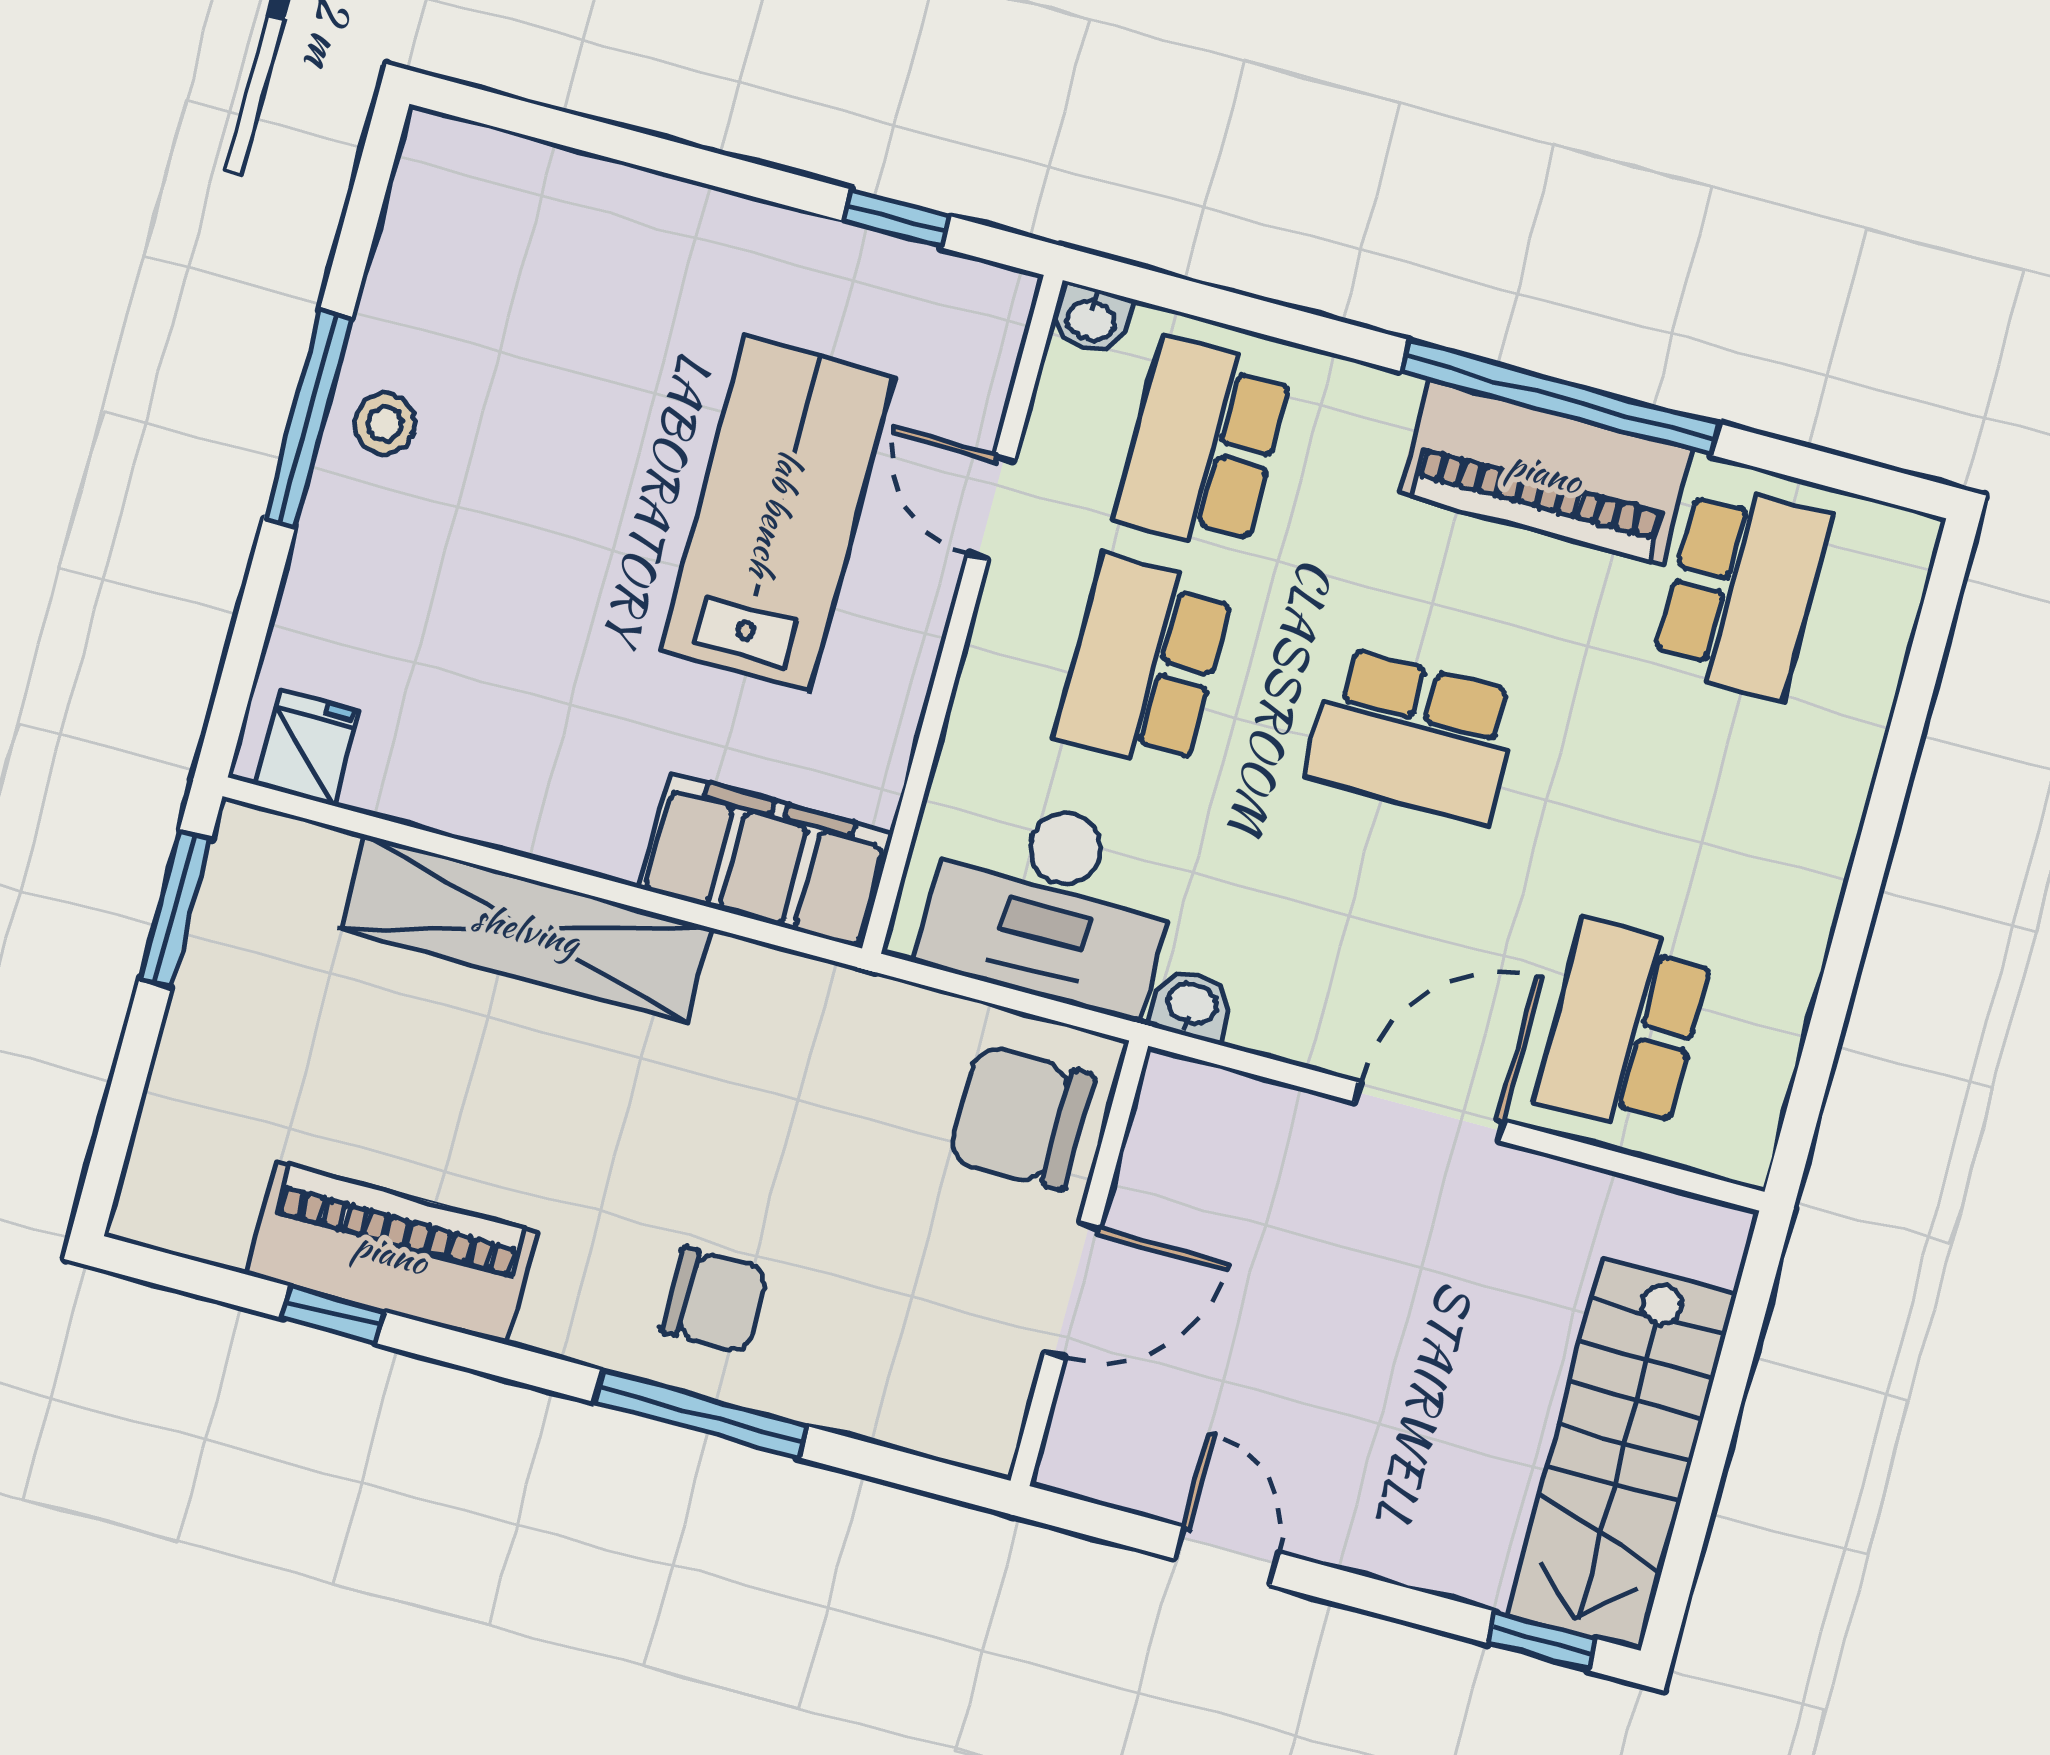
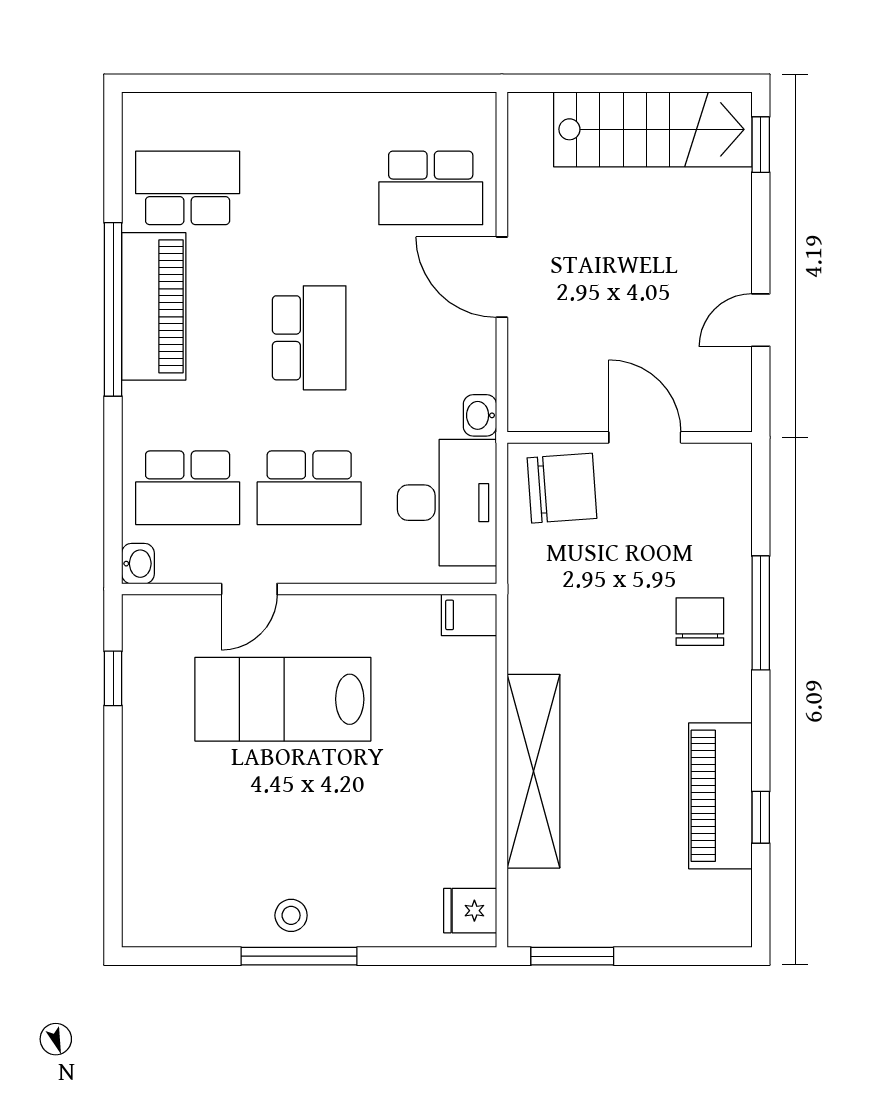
filing cabinet: (766, 860) -> (469, 615), width x0.33, depth x0.86
chair: (1021, 1117) -> (562, 488), turned -94

